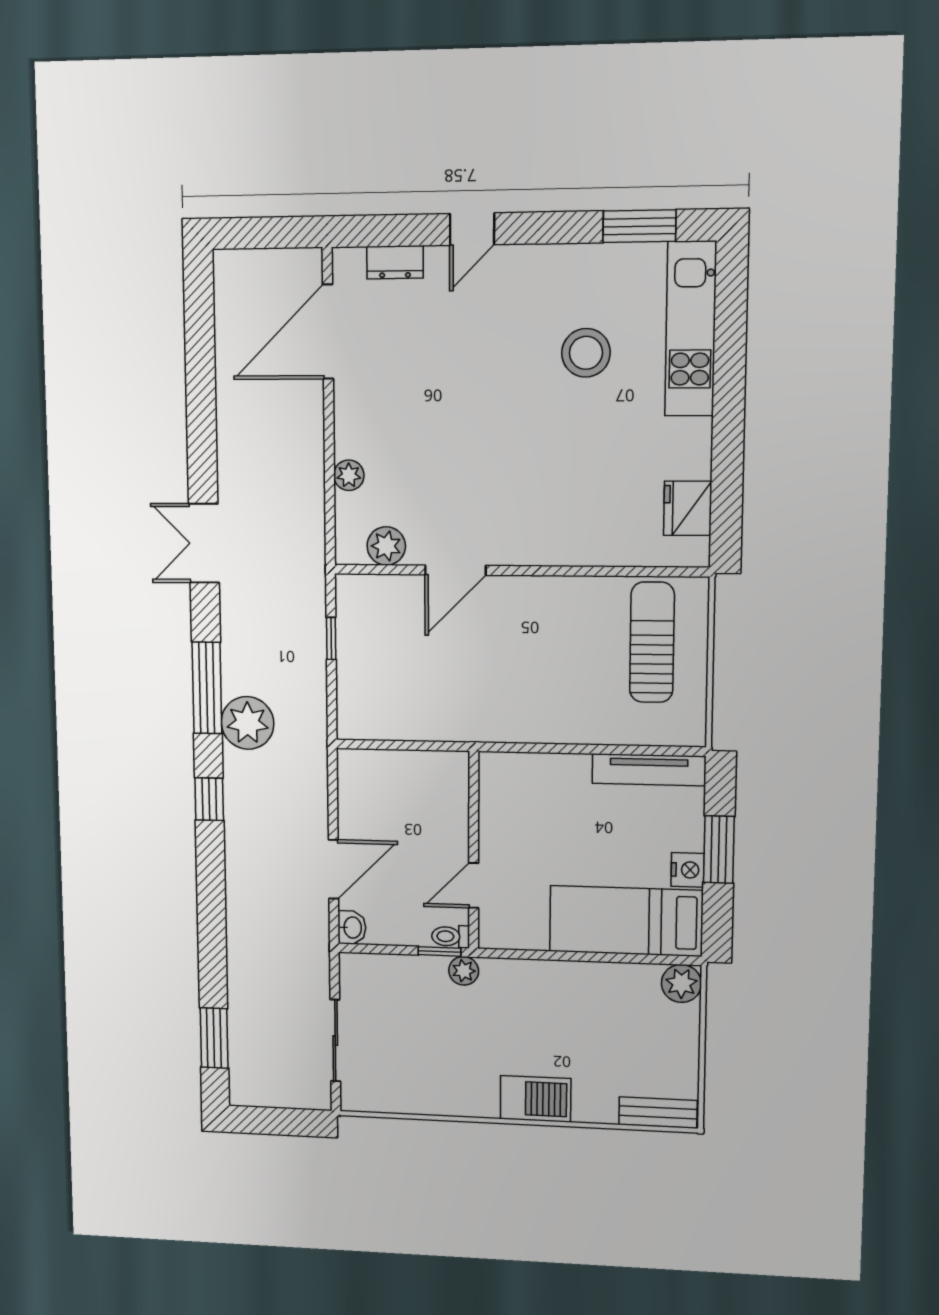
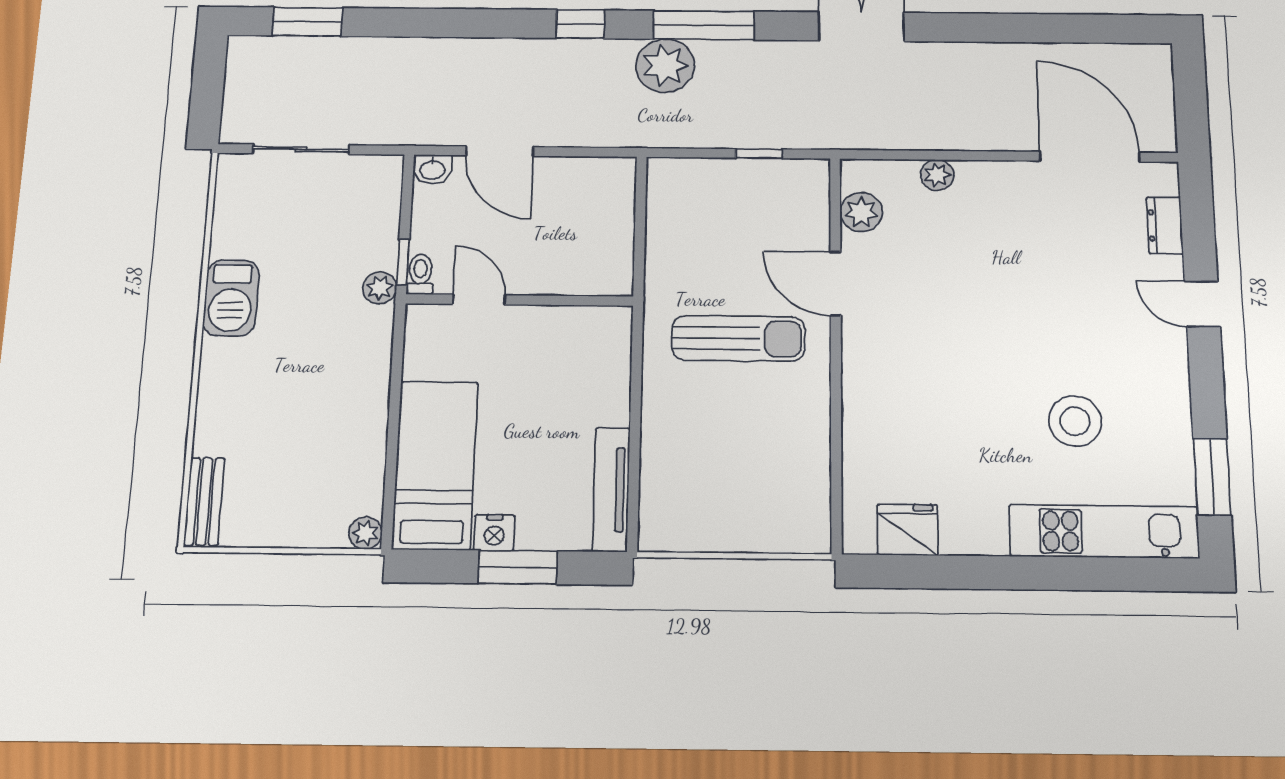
sun lounger: (652, 642) -> (738, 338), moved
plant: (681, 983) -> (365, 533), width x0.73, depth x0.73
barbecue: (536, 1099) -> (231, 298), moved

